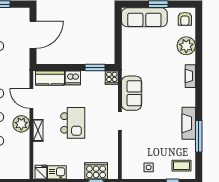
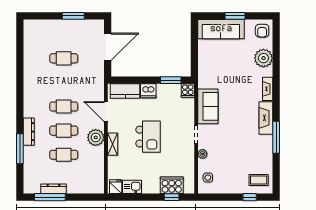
fireplace: (189, 123) -> (266, 118), moved
window: (199, 136) -> (276, 137), moved
plant: (126, 140) -> (203, 154), added
side table: (149, 167) -> (208, 178), moved

